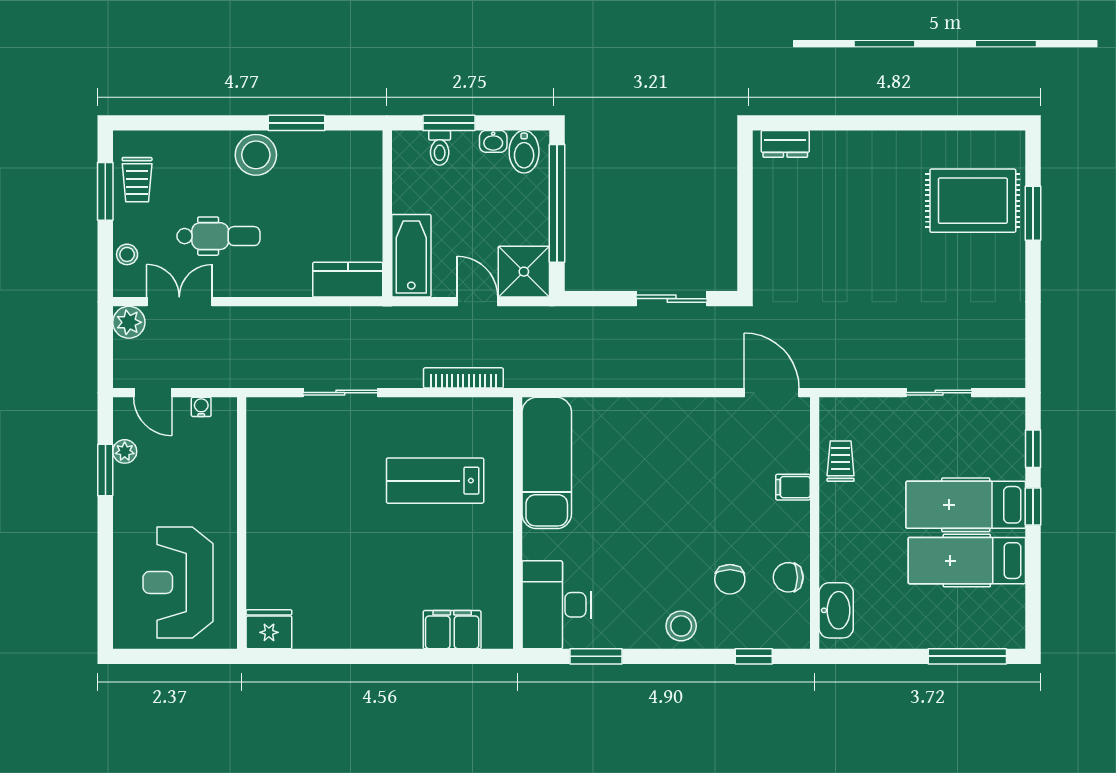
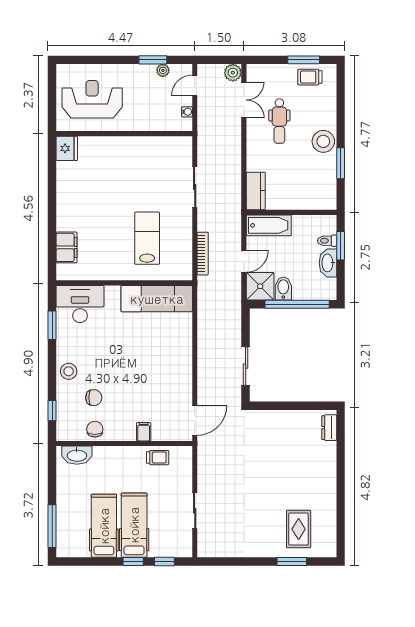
washbasin: (493, 141) -> (328, 263), width x1.91, depth x1.45
bidet: (524, 152) -> (283, 288), moved, turned 90
rug: (973, 201) -> (299, 529), width x0.73, depth x0.70
stool: (127, 254) -> (269, 72), removed
chair: (730, 579) -> (94, 398), turned 180

